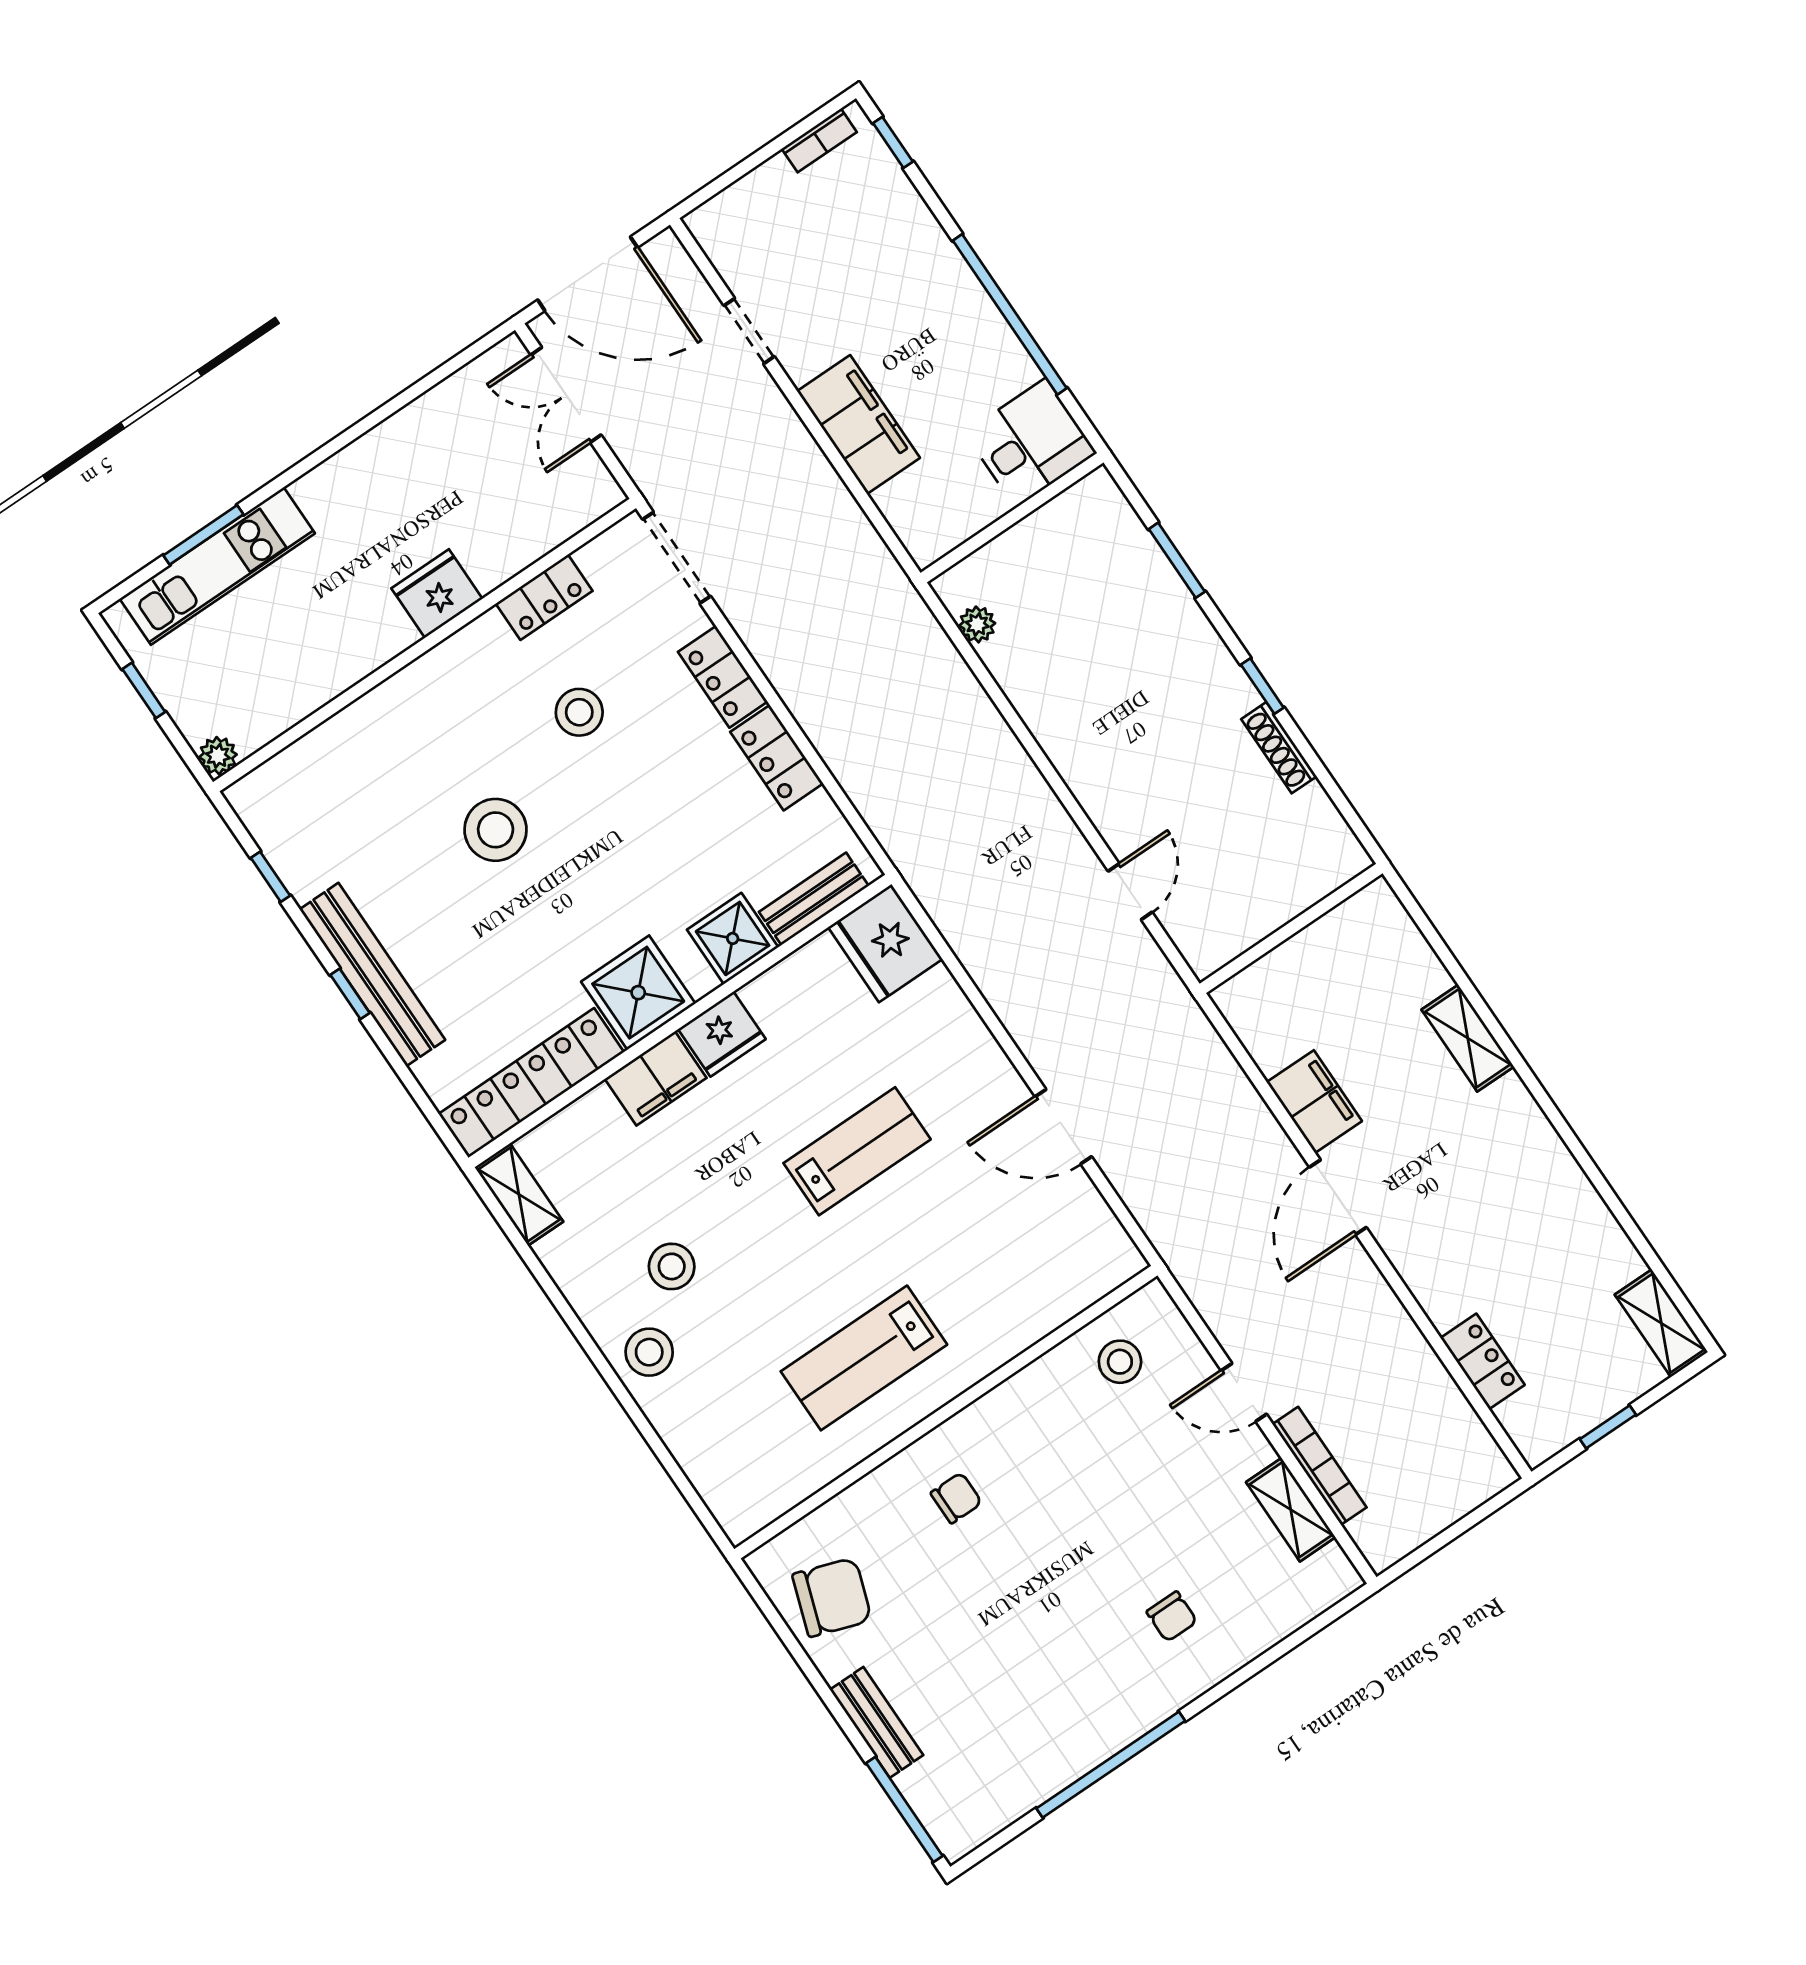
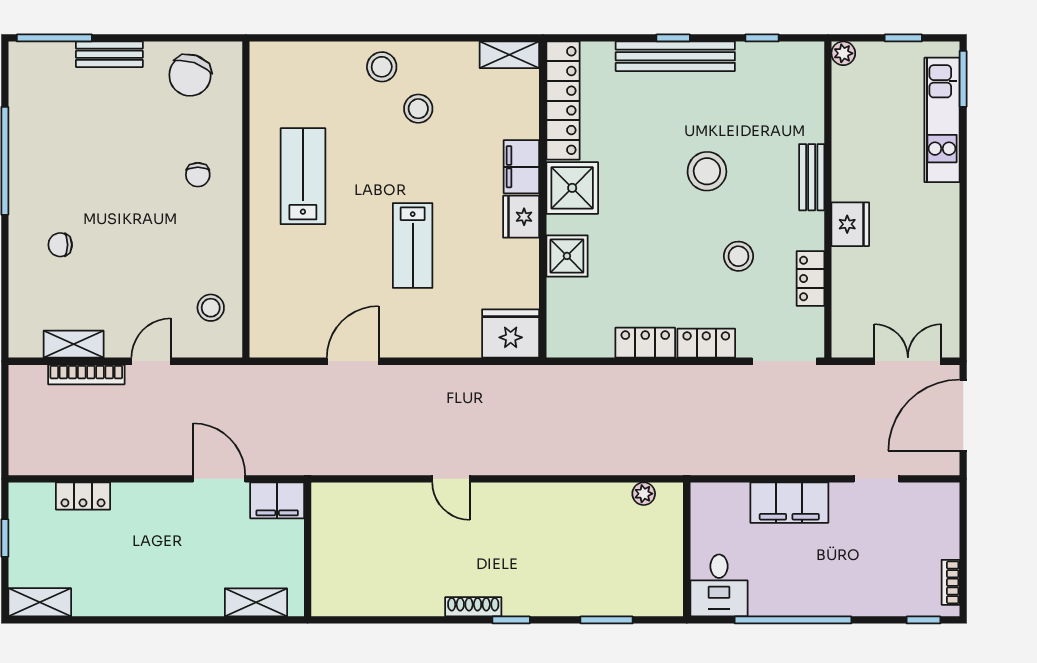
window: (203, 535) -> (963, 79), moved
bench: (814, 899) -> (812, 177), moved
wall: (1291, 928) -> (308, 549), moved

